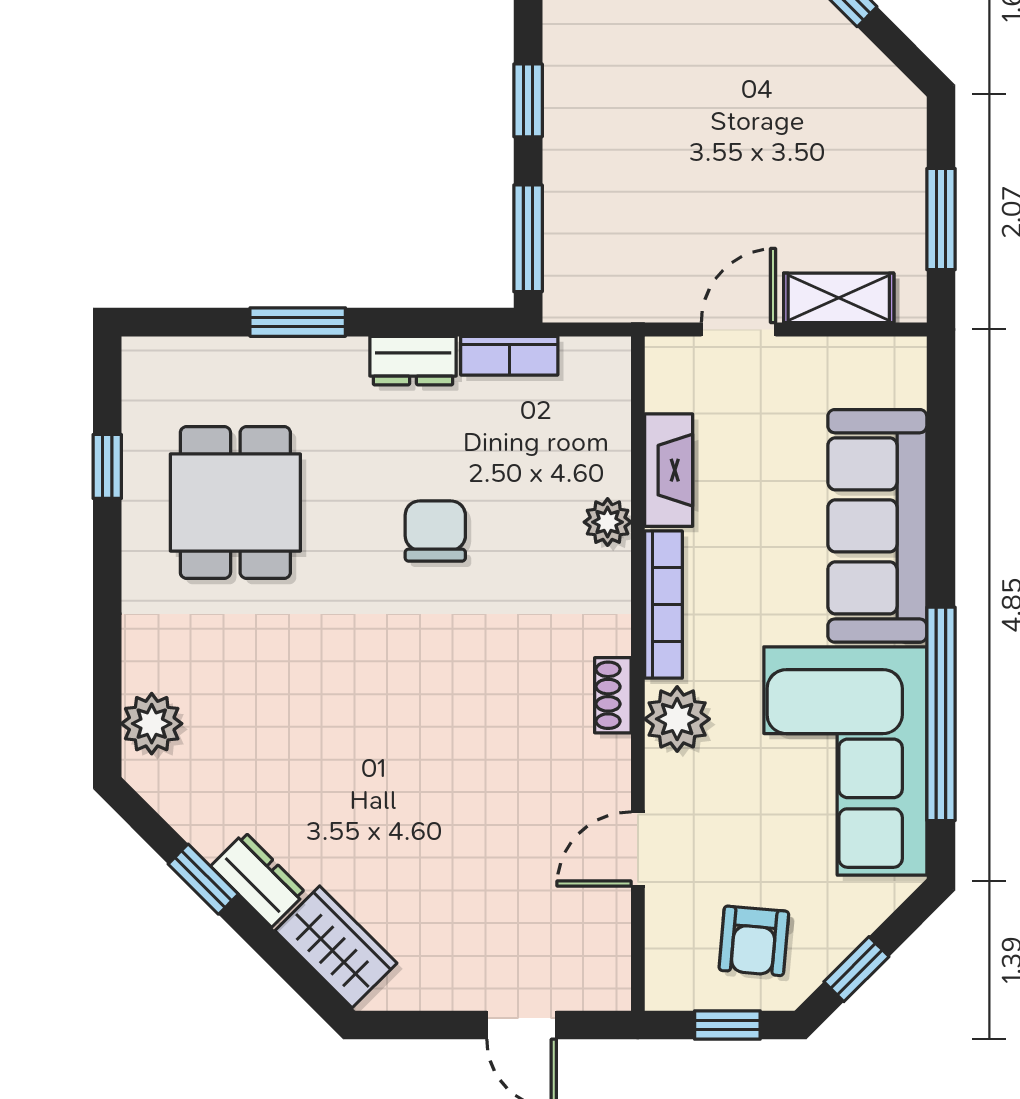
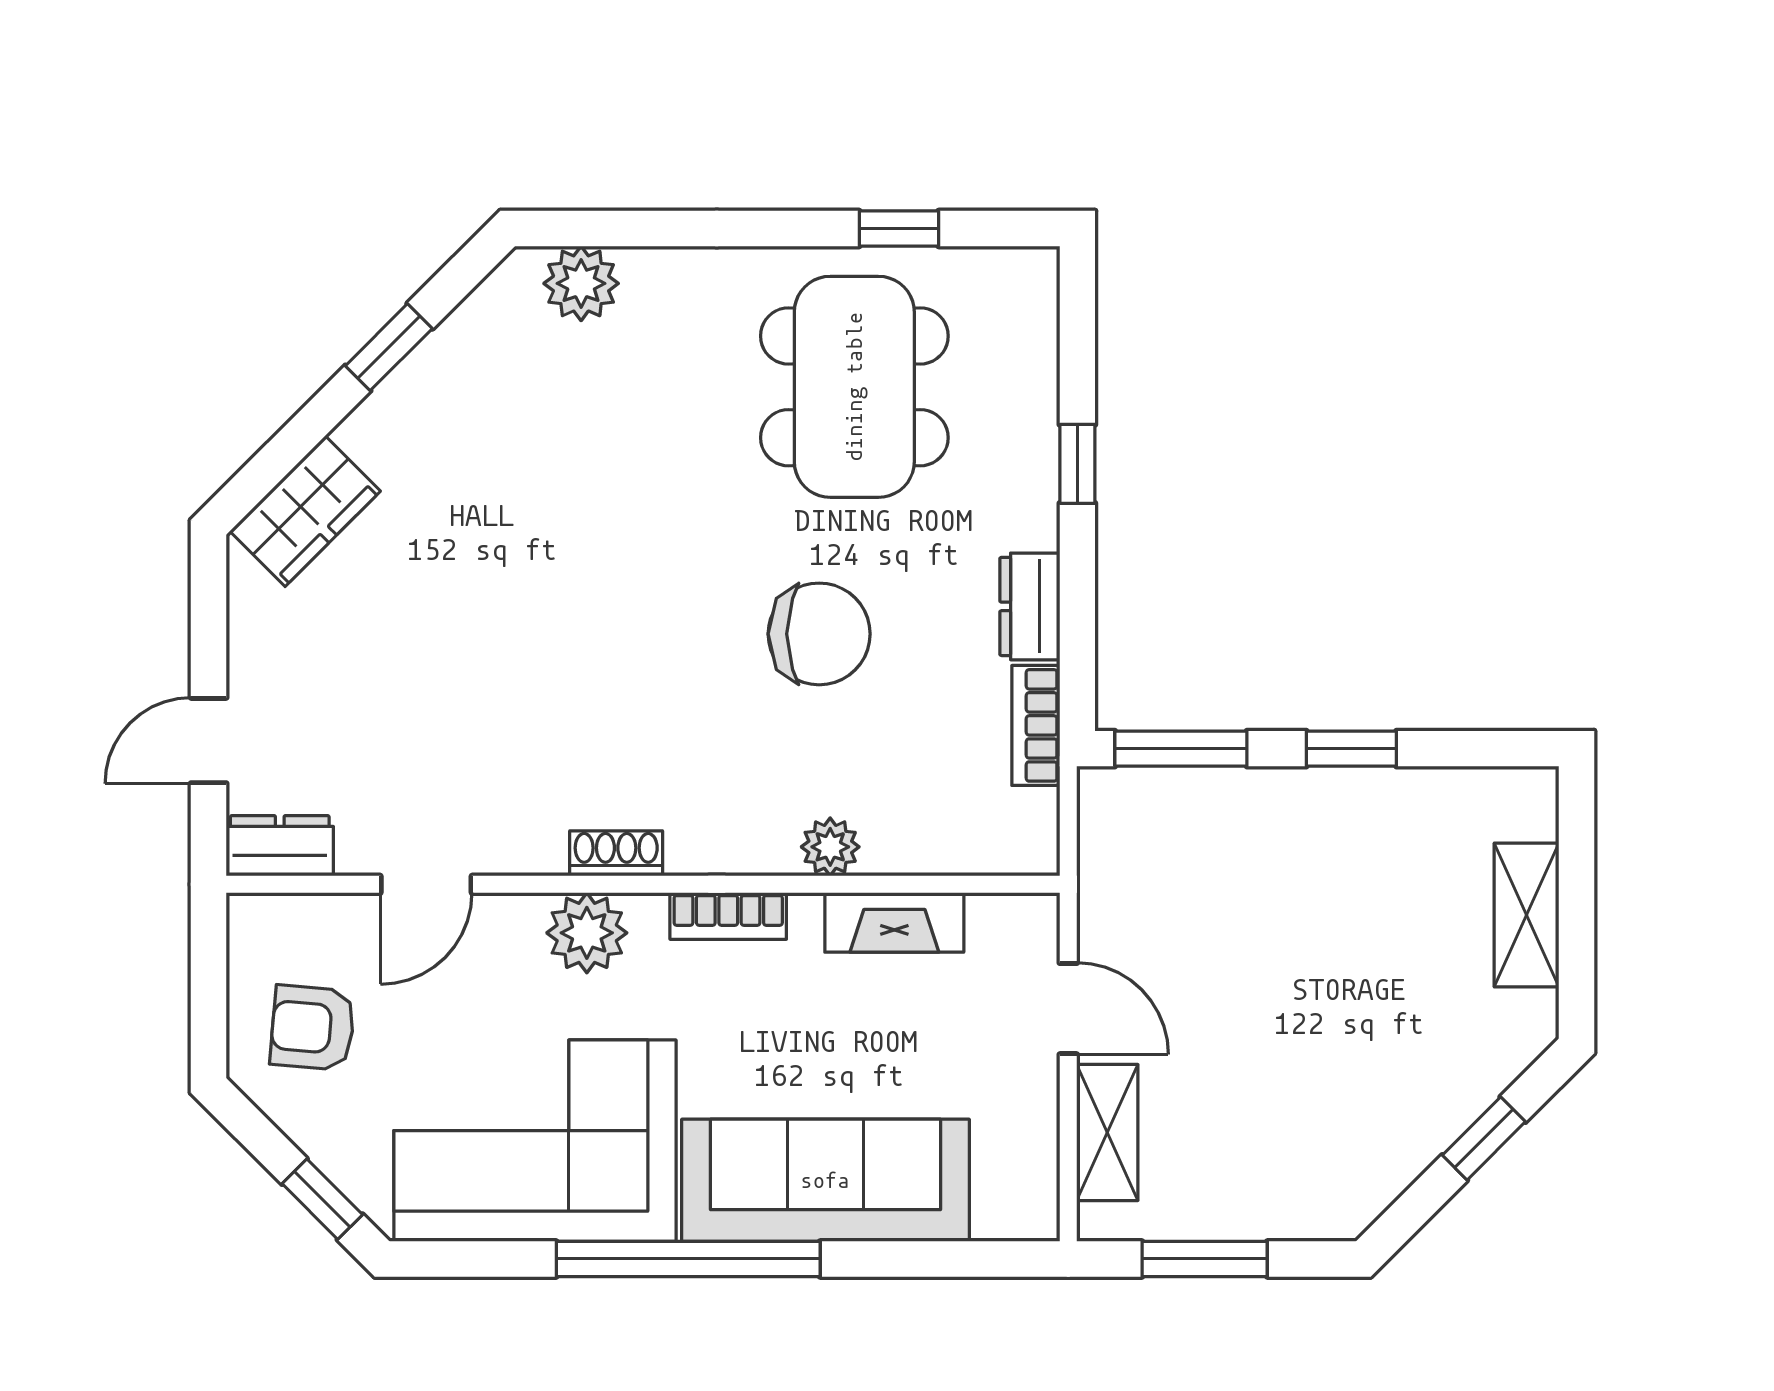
window: (298, 322) -> (1077, 464), width x0.67
dining table: (235, 503) -> (854, 387), width x1.38
chair: (435, 531) -> (819, 634), width x1.37, depth x1.37
bookcase: (664, 605) -> (728, 916), width x0.64
window: (941, 714) -> (688, 1259), moved
door: (638, 849) -> (426, 884), swing flipped
dresser: (258, 879) -> (280, 846), moved, turned -135
window: (856, 969) -> (322, 1199), moved
window: (727, 1025) -> (209, 995), removed

